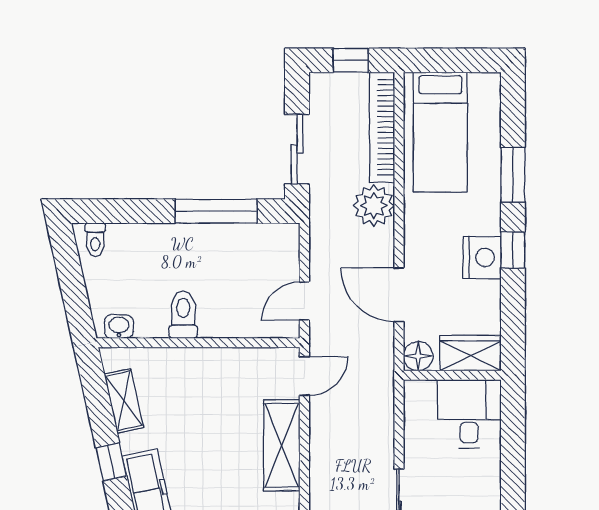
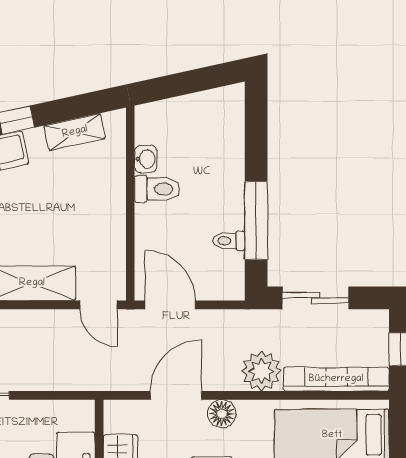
toilet: (95, 240) -> (229, 241), moved
door: (304, 301) -> (170, 305), width x1.38
washbasin: (119, 327) -> (146, 159), moved
floor lamp: (418, 356) -> (222, 414), moved

